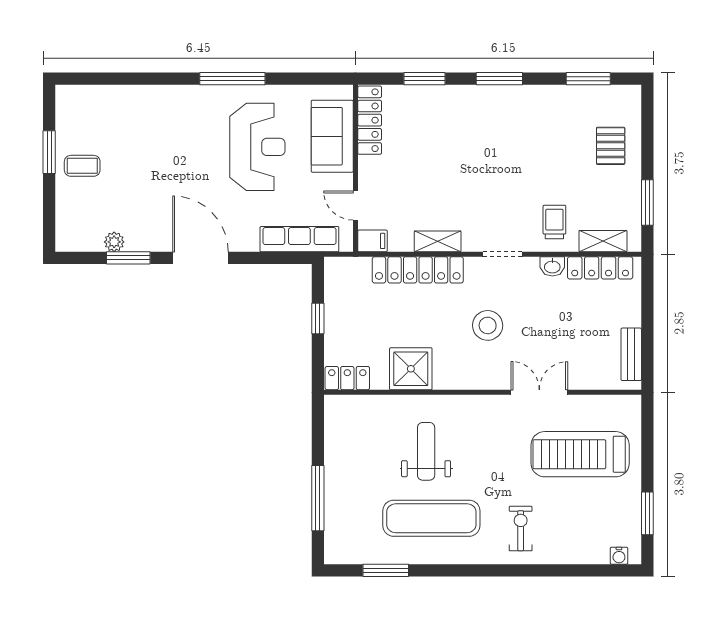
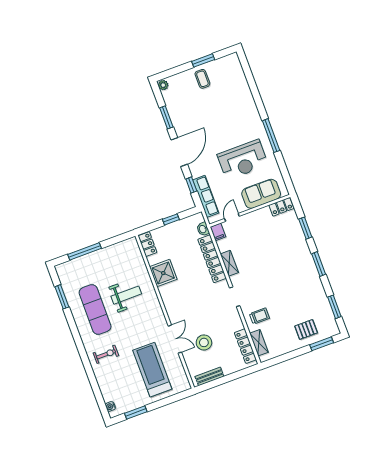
locker: (370, 120) -> (281, 207), width x0.66
window: (647, 203) -> (322, 344), moved
plant: (114, 242) -> (163, 85), moved
window: (269, 258) -> (191, 185), added
washbasin: (552, 266) -> (203, 229), moved
stool: (488, 325) -> (204, 342), moved

